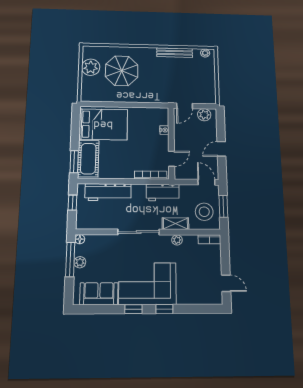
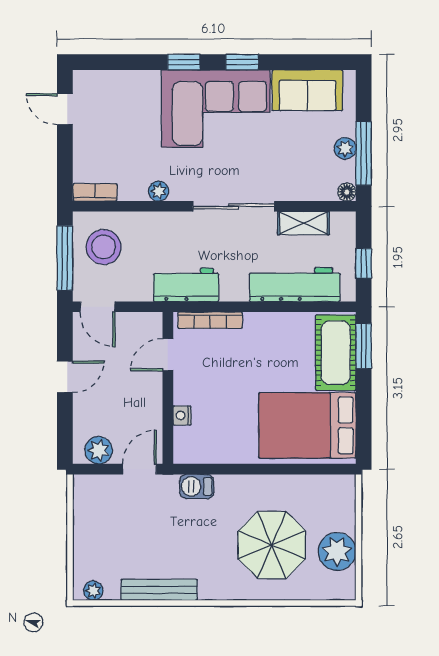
barbecue: (157, 98) -> (197, 486), added
window: (223, 206) -> (65, 258), width x1.44
shelving: (175, 224) -> (303, 223), moved

